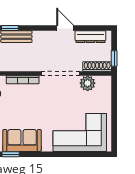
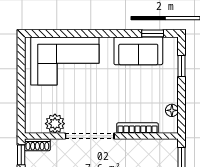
shoe rack: (97, 67) -> (37, 145), width x0.70

